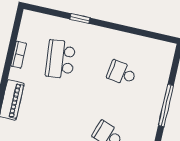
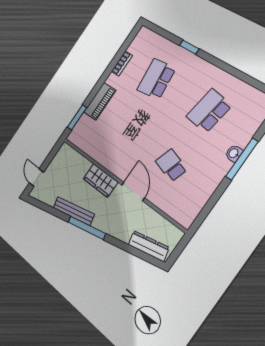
school desk: (122, 73) -> (209, 111), width x1.85
washbasin: (157, 103) -> (234, 153), added

